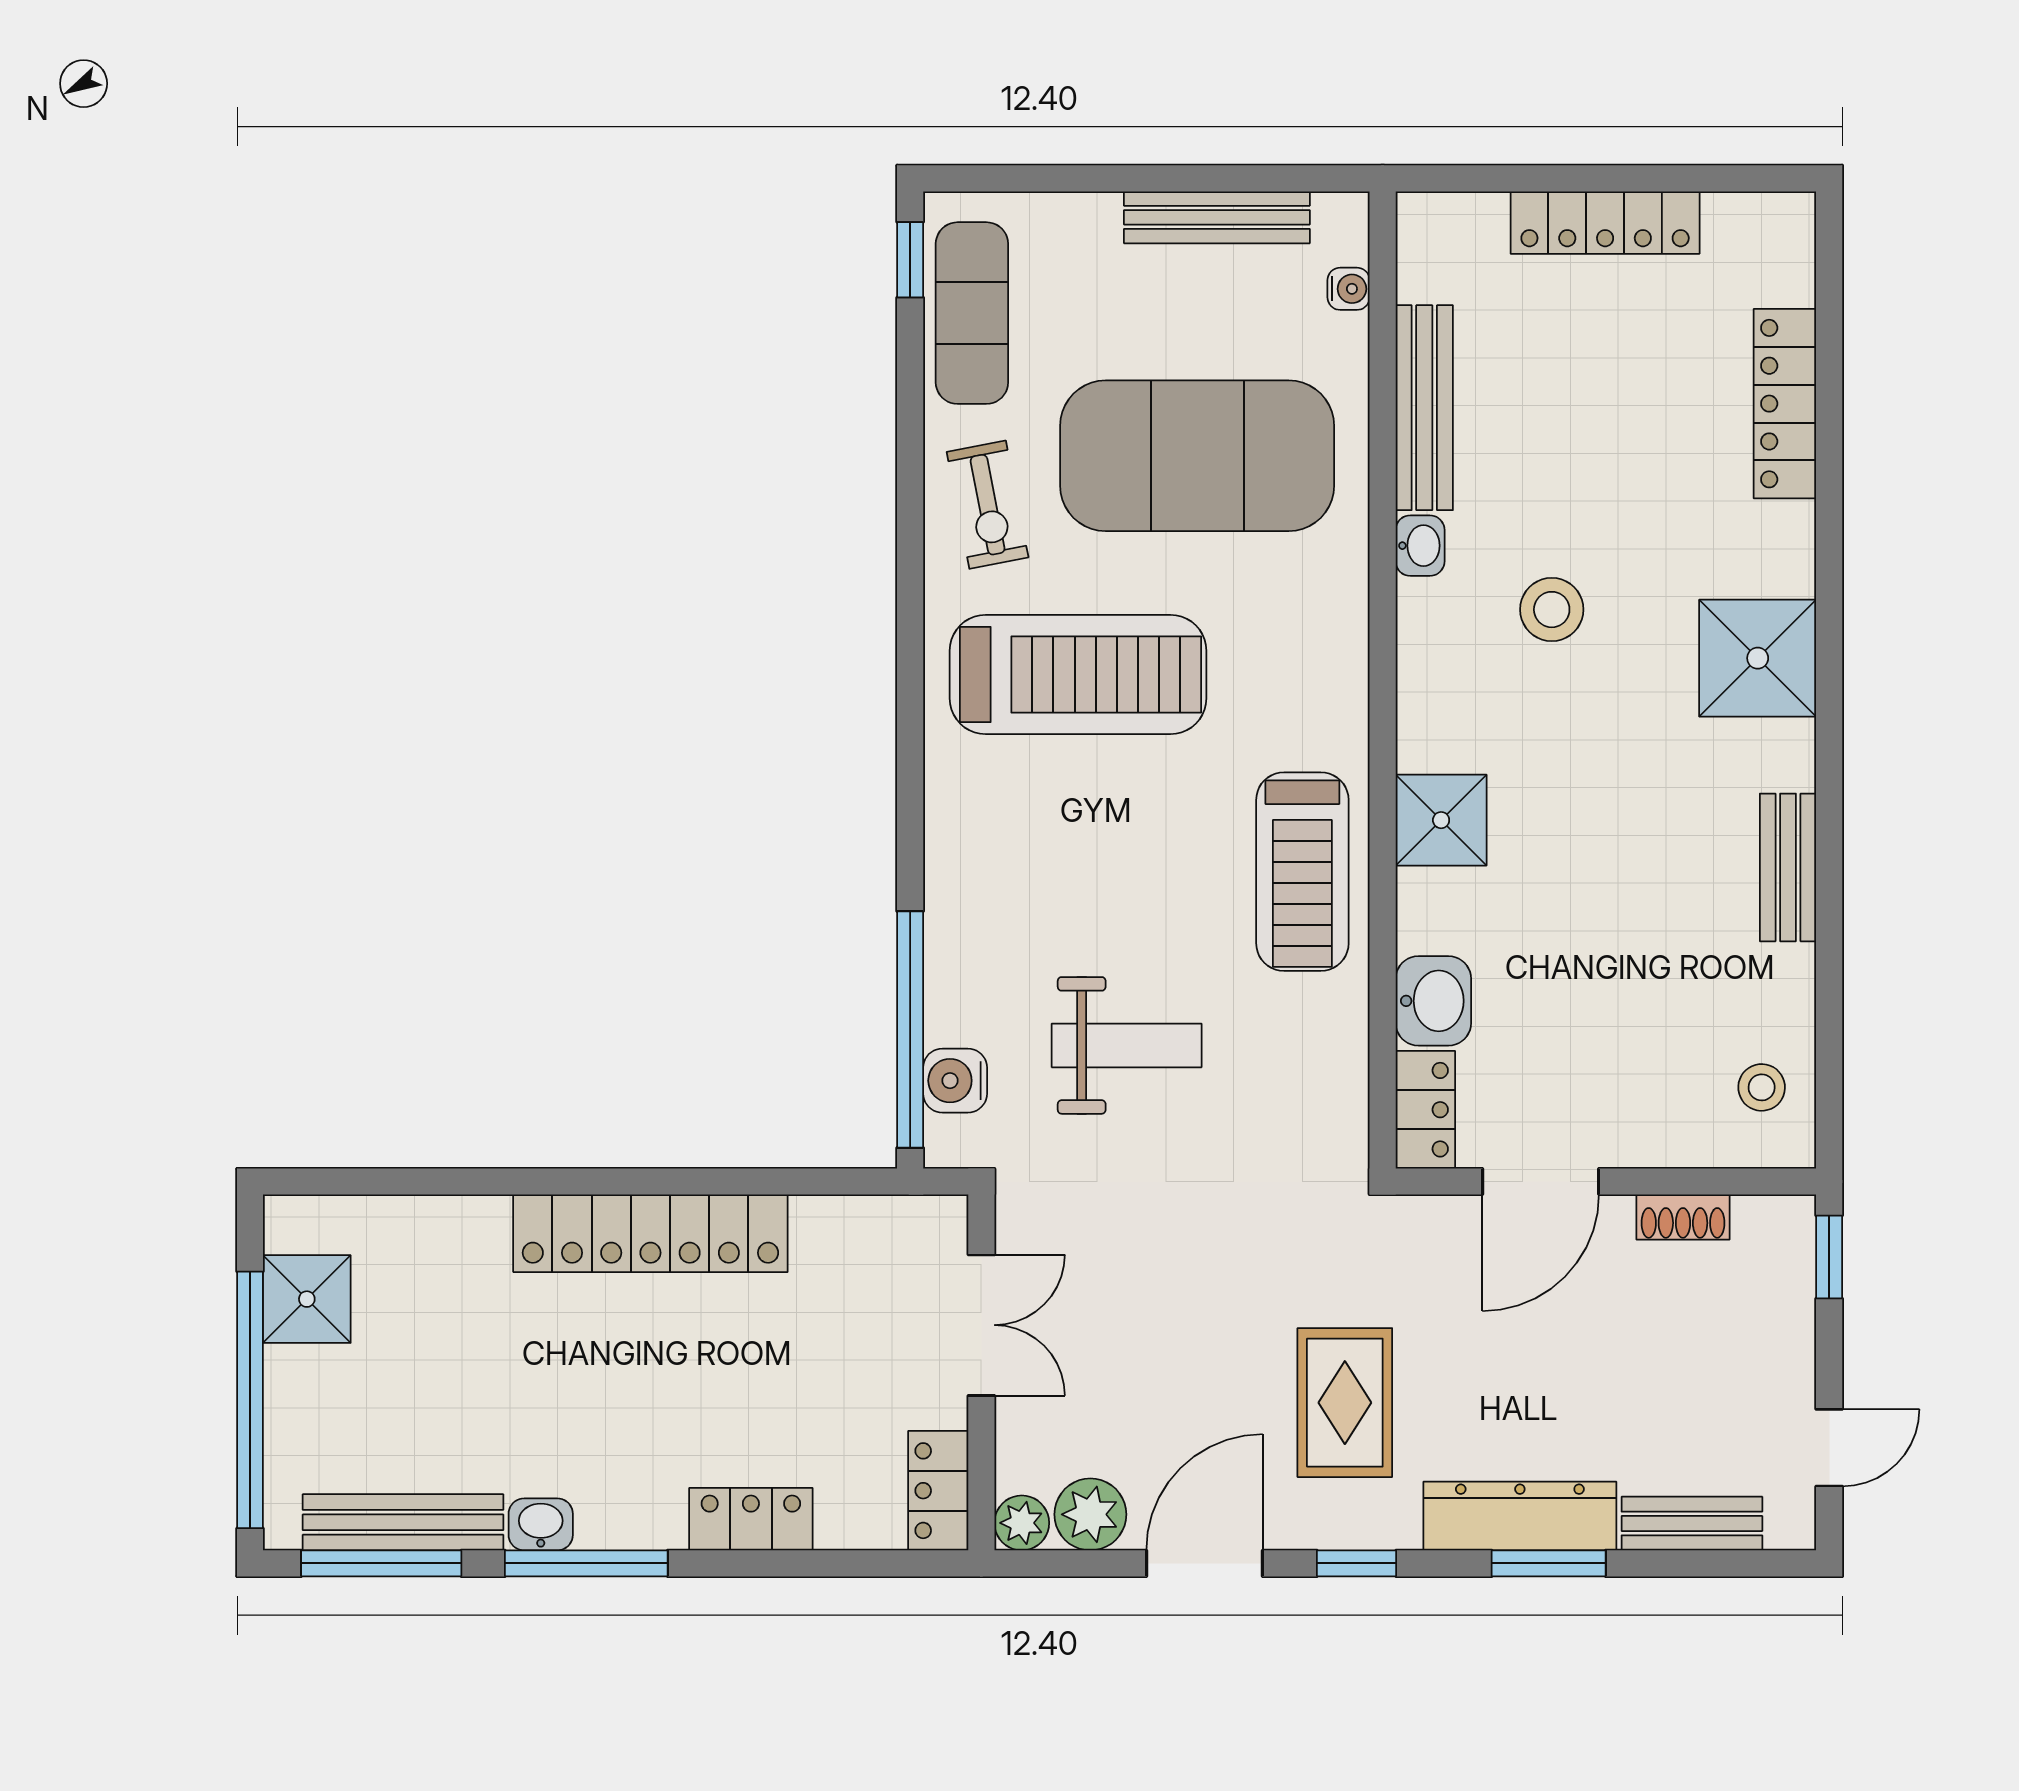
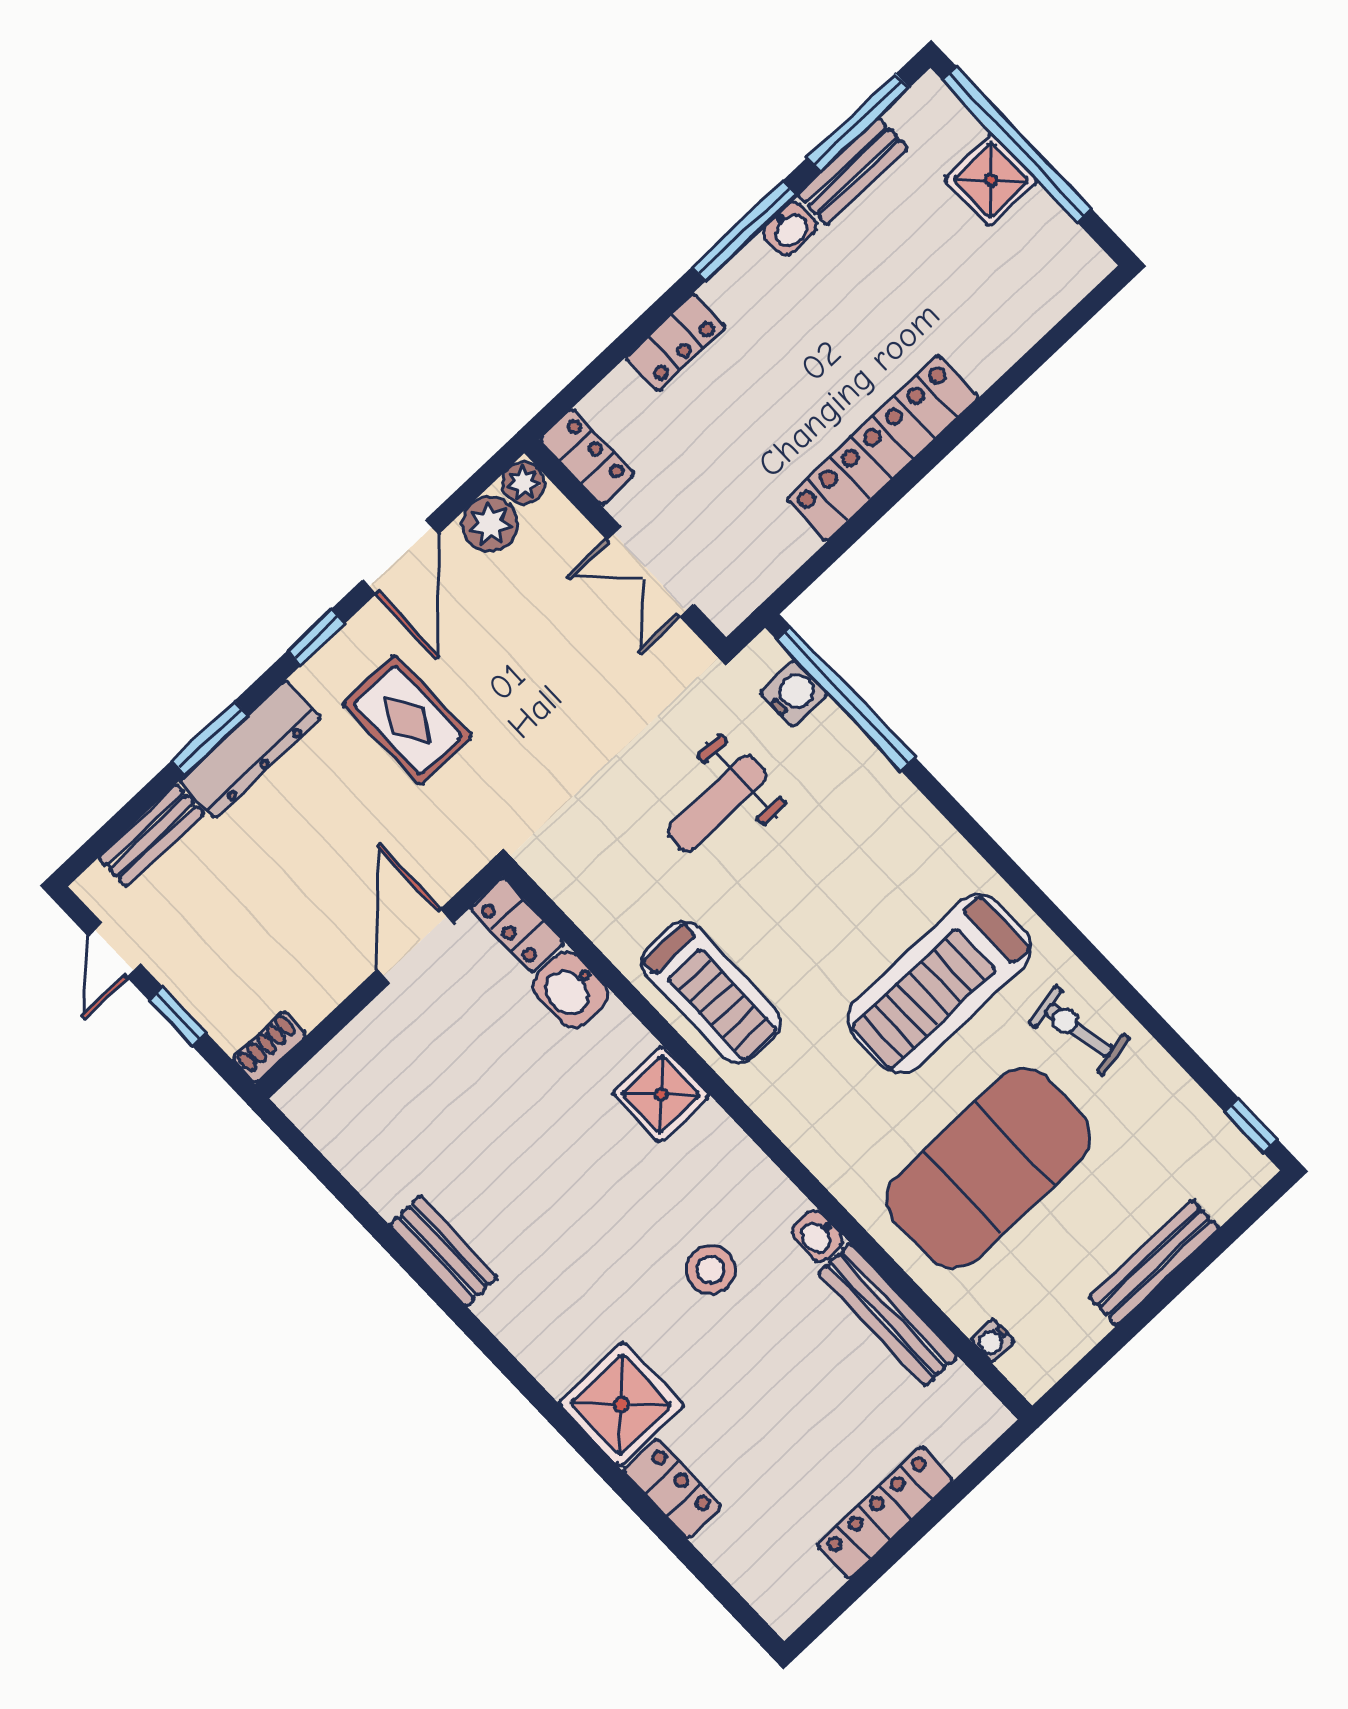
bench: (1217, 217) -> (1154, 1263), moved
exercise mat: (972, 313) -> (1189, 1129), removed
locker: (1785, 404) -> (672, 1489), width x0.66
shower: (1758, 658) -> (621, 1405), moved
treadmill: (1302, 872) -> (711, 993), turned 180
stool: (1762, 1087) -> (342, 1115), removed
shoe rack: (1683, 1217) -> (269, 1047), moved
window: (1829, 1257) -> (178, 1017), moved
shower: (307, 1299) -> (991, 180), moved
bench: (403, 1522) -> (853, 171), width x0.73

